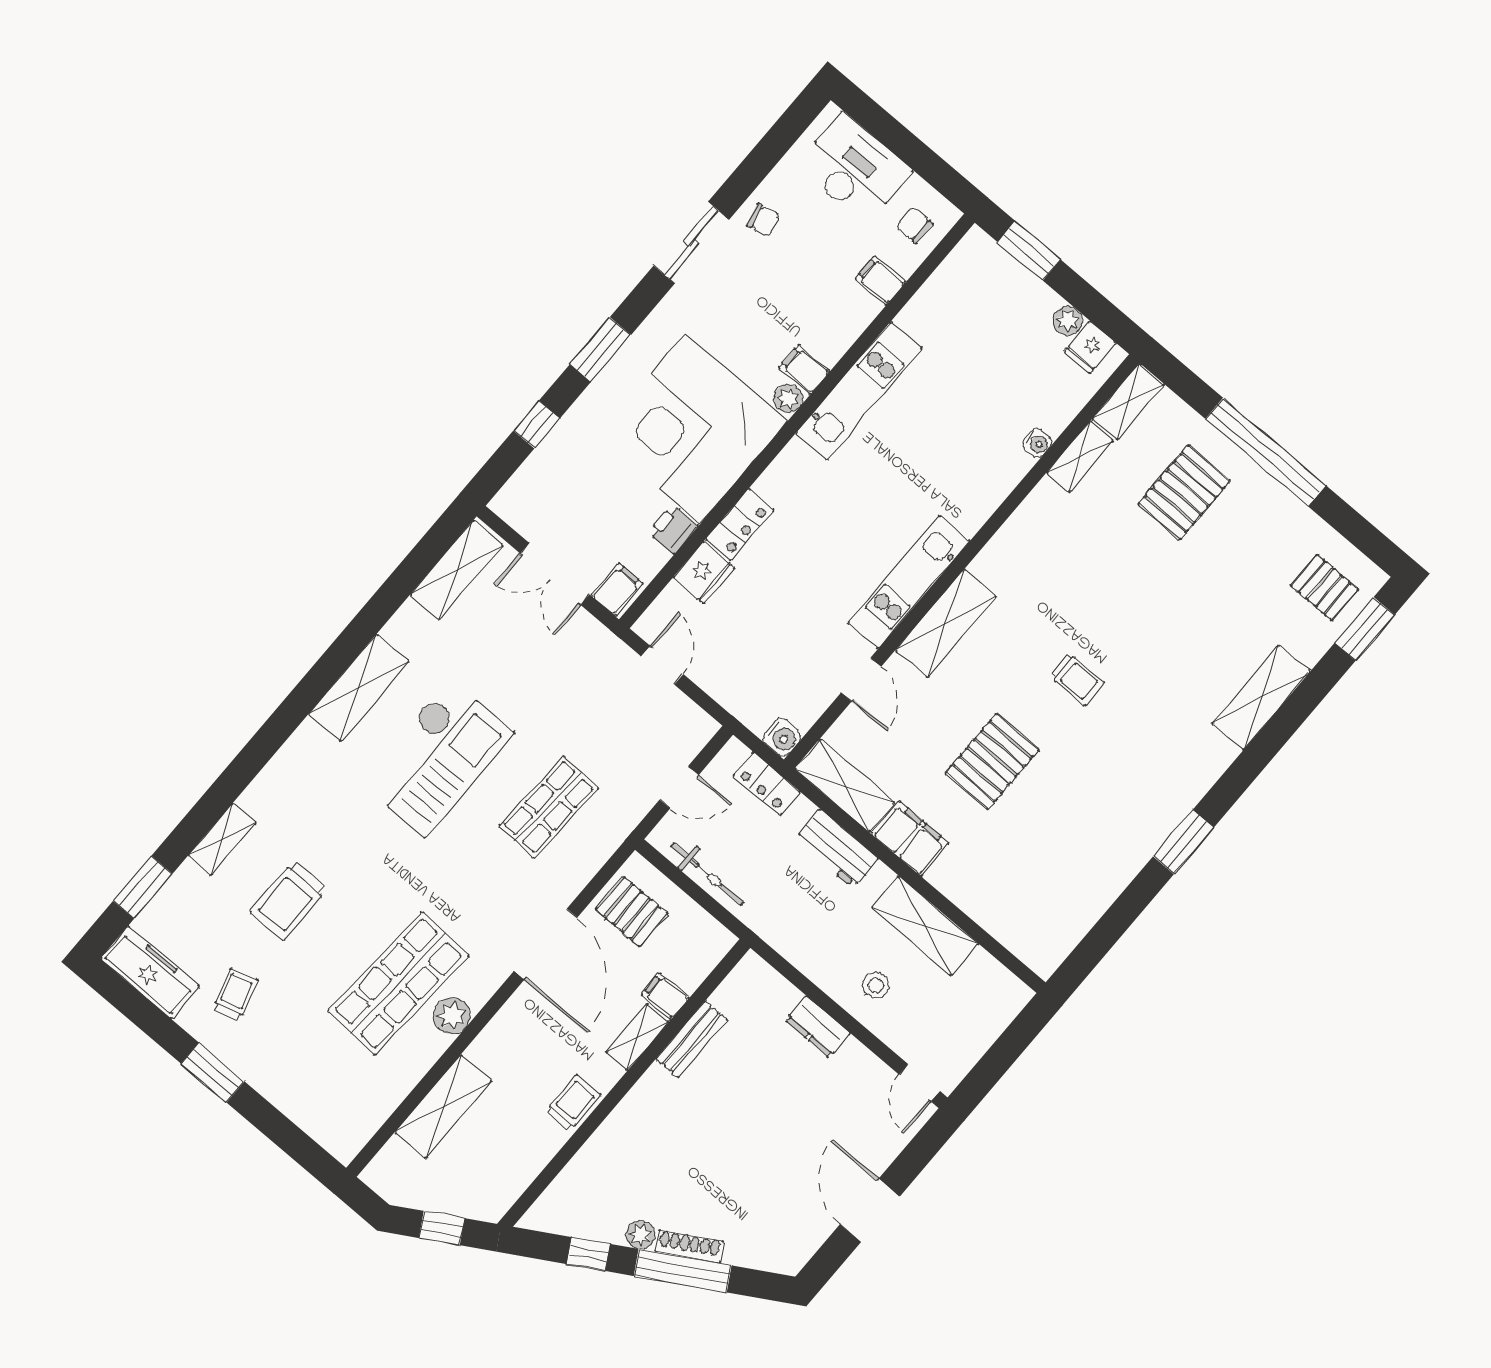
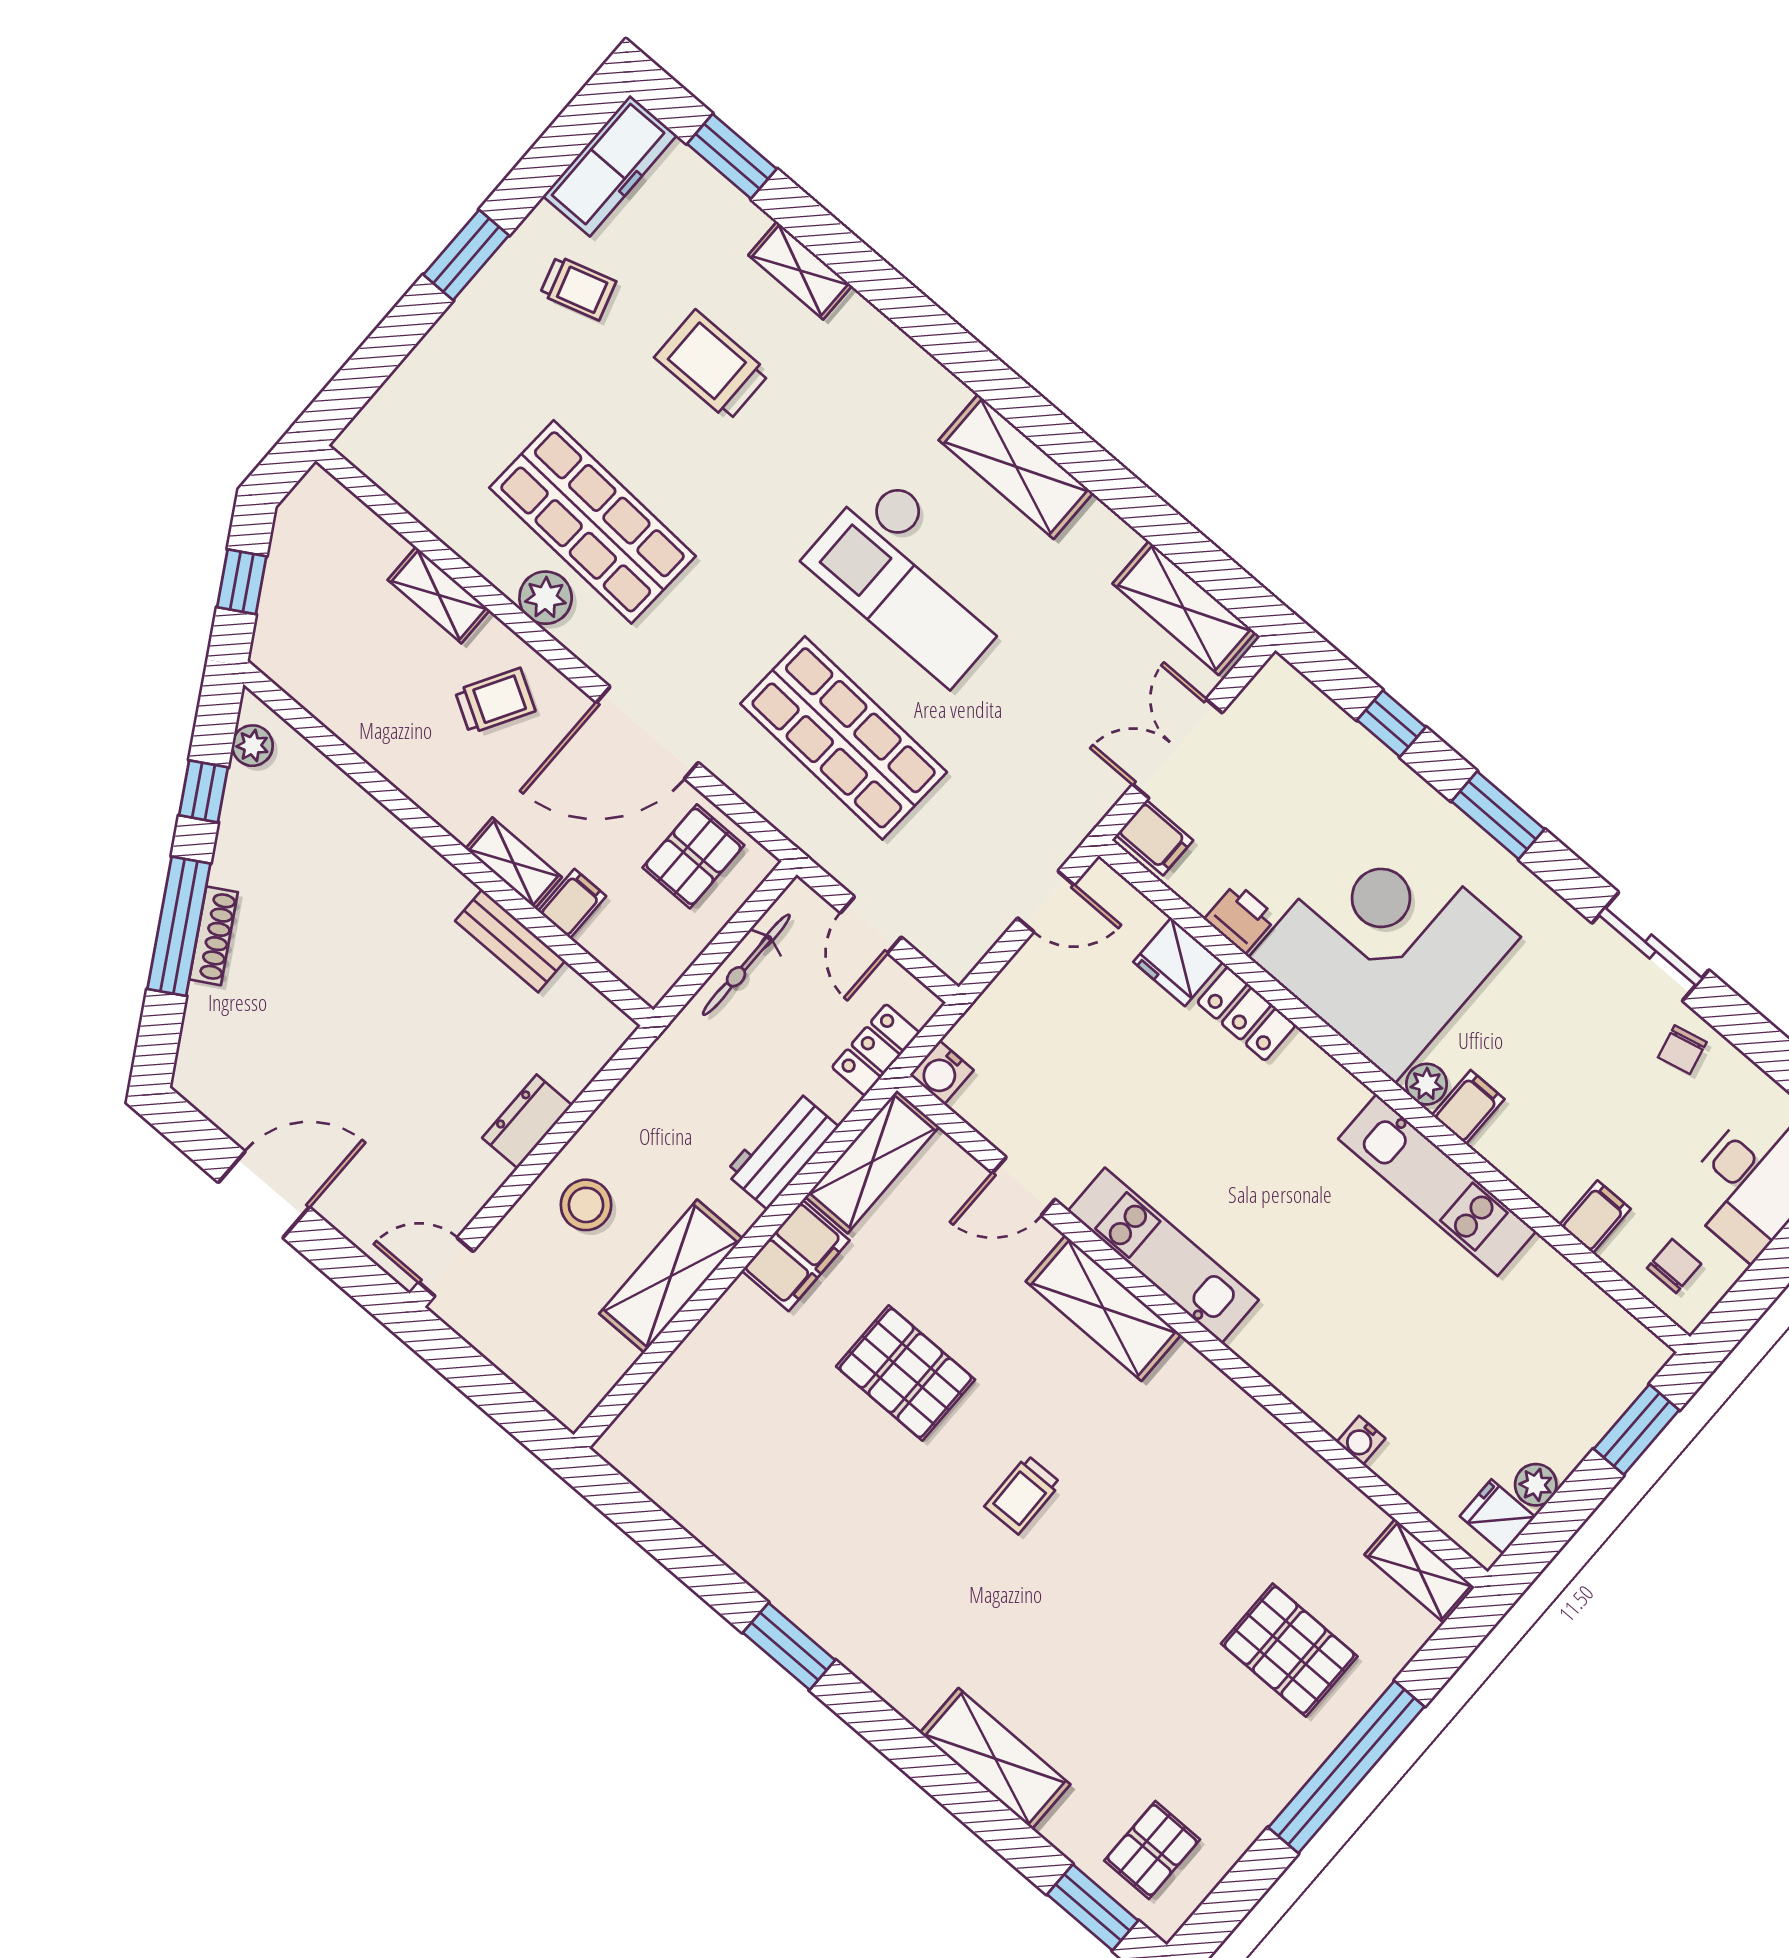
shelving: (1080, 457) -> (1341, 1501), removed
shop shelf: (549, 807) -> (844, 738), width x1.43, depth x1.36
stool: (876, 985) -> (586, 1205), width x1.37, depth x1.37
trolley: (573, 1103) -> (495, 701), moved, turned -60
shelving: (443, 1107) -> (439, 595), width x0.67, depth x0.75
plant: (640, 1235) -> (252, 746), moved

